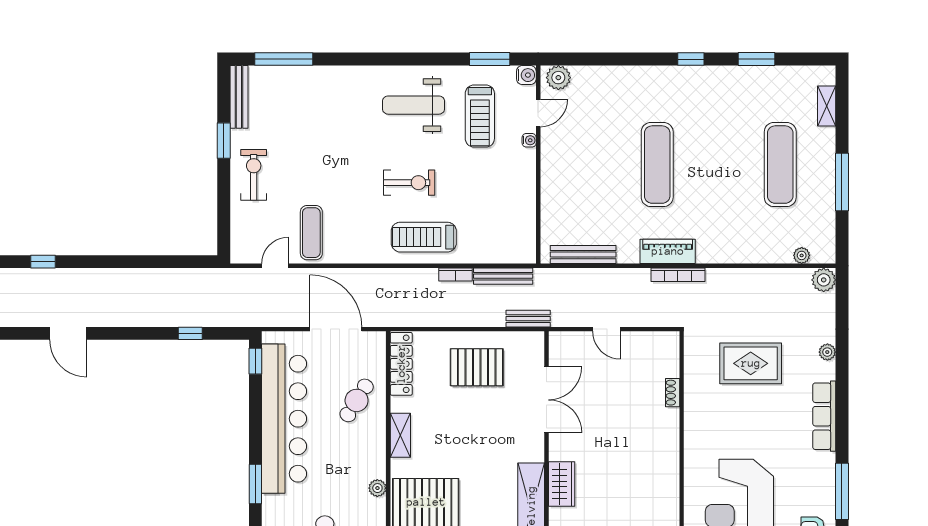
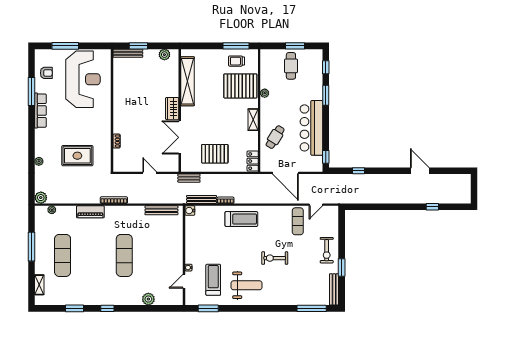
water cooler: (526, 75) -> (190, 211), moved
plant: (558, 78) -> (148, 299), moved
exercise bike: (409, 183) -> (275, 258), moved
piano: (668, 251) -> (90, 212), moved
locker: (401, 364) -> (253, 161), width x0.66
row of seats: (824, 416) -> (40, 111), moved
bar counter: (284, 419) -> (311, 128), width x0.73
wardrobe: (562, 484) -> (172, 109), moved

